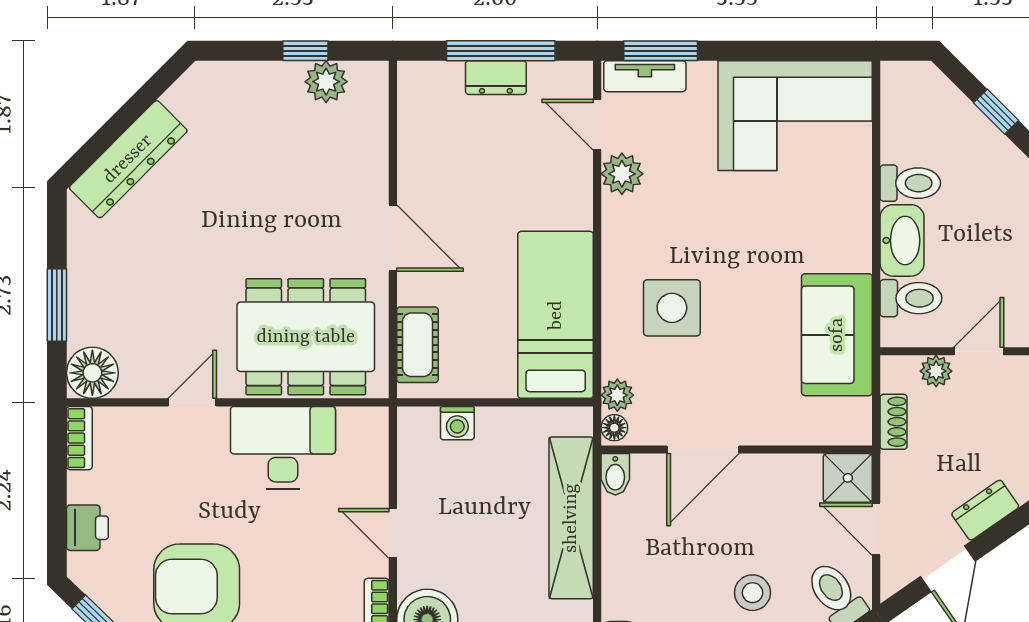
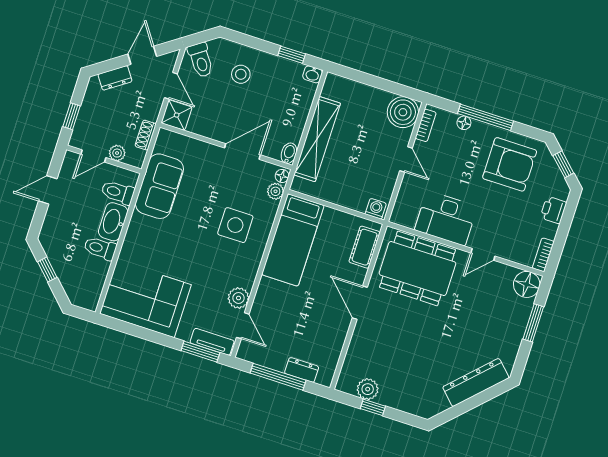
dresser: (496, 78) -> (302, 370), moved
washing machine: (457, 423) -> (376, 209), moved

